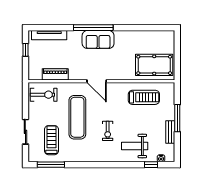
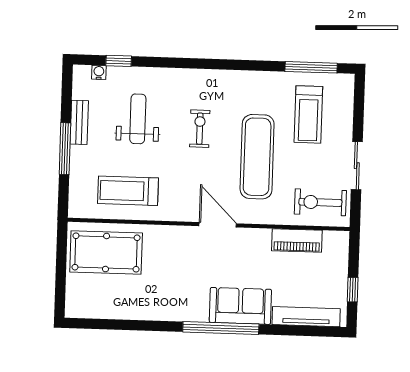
sofa: (98, 39) -> (240, 306), moved
sliding door: (25, 132) -> (357, 166), moved
weight bench: (135, 146) -> (138, 119), moved, turned -90

